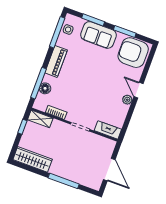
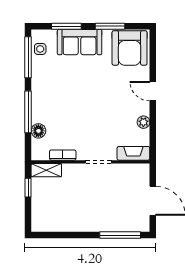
armchair: (133, 53) -> (130, 48), turned -90
piano: (56, 61) -> (40, 93), removed
window: (38, 83) -> (28, 112), moved
plant: (127, 100) -> (143, 122), moved
wardrobe: (33, 159) -> (55, 223), removed
window: (64, 181) -> (120, 235), moved

